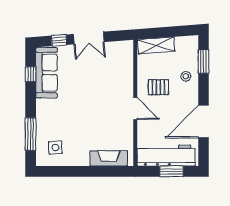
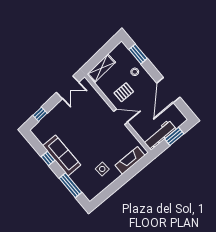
double door: (89, 38) -> (68, 87), moved
sofa: (46, 73) -> (62, 155), moved
window: (31, 74) -> (48, 159), moved
side table: (55, 148) -> (102, 169), moved
workbench: (166, 156) -> (160, 135), width x0.73, depth x0.76

